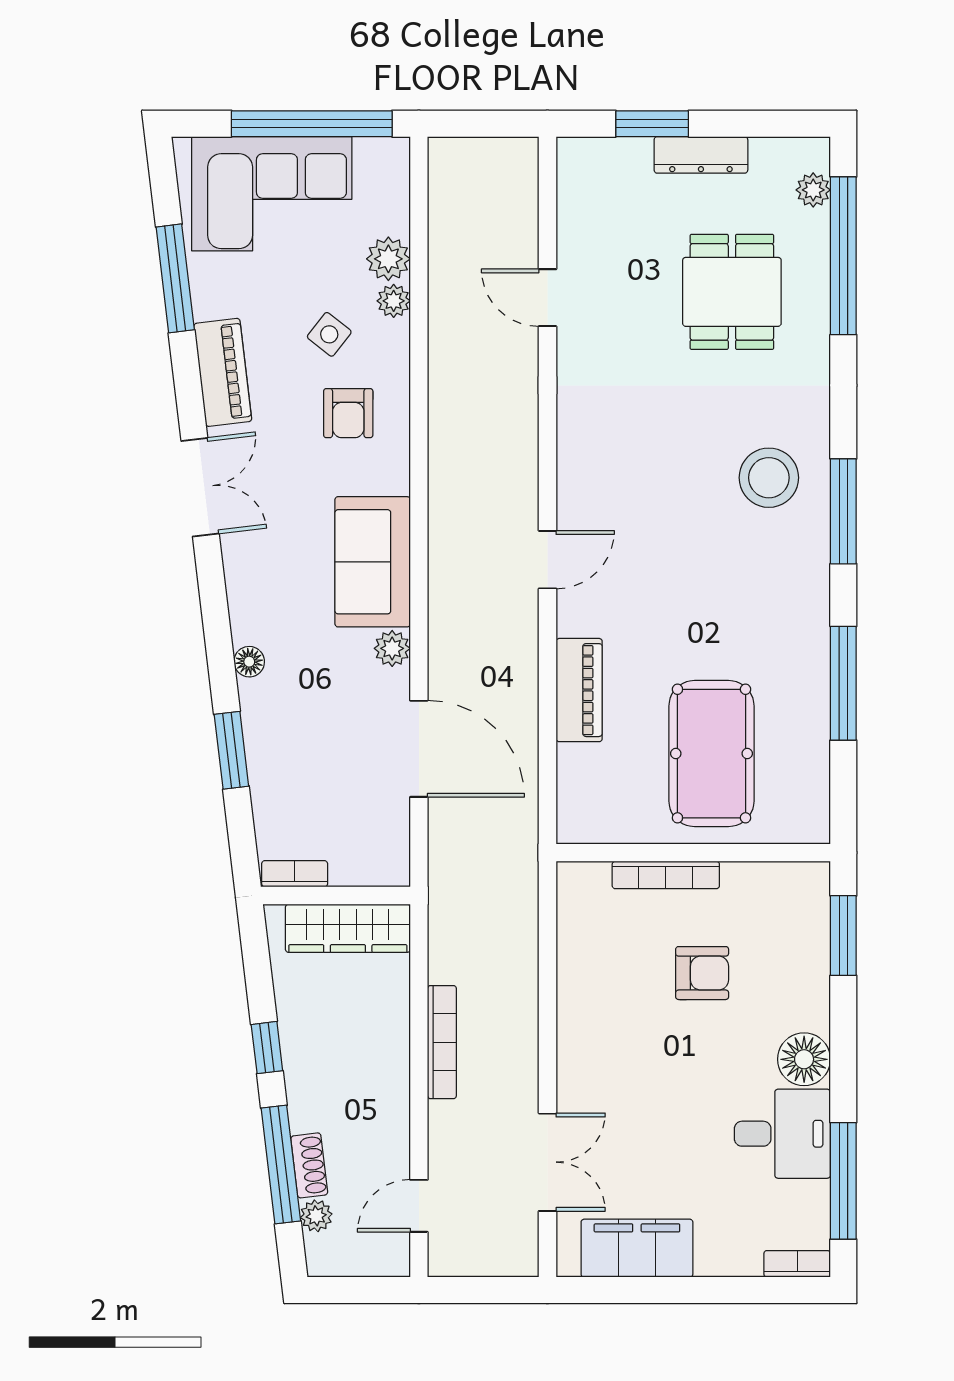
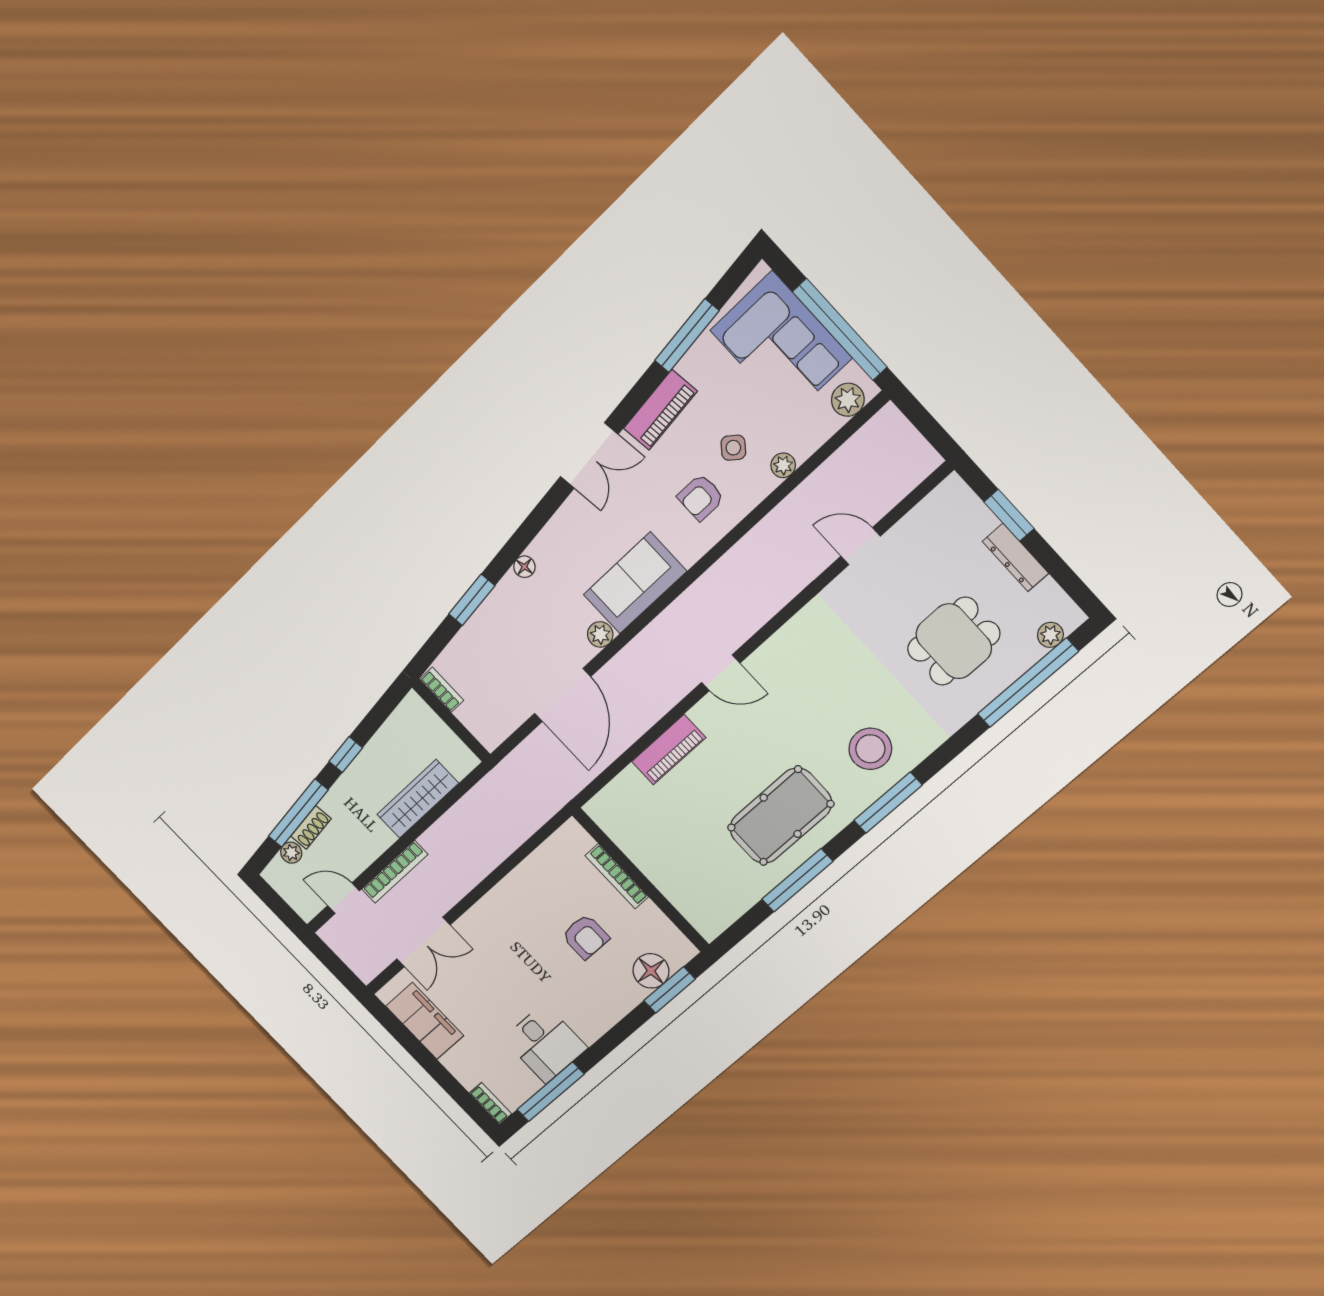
plant: (388, 259) -> (848, 400), moved
door: (547, 298) -> (861, 546), hinge flipped
pool table: (711, 754) -> (781, 816), moved
wardrobe: (348, 928) -> (418, 799), moved, turned 90
bookcase: (442, 1042) -> (395, 872), moved
floor lamp: (804, 1059) -> (651, 971), moved

